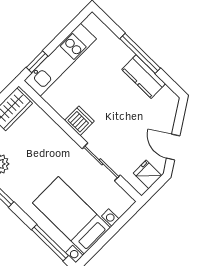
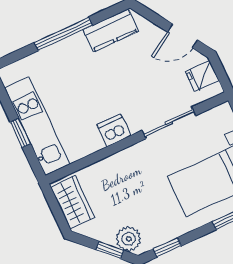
window: (37, 62) -> (20, 133), moved
kitchen counter: (144, 77) -> (111, 30), moved

